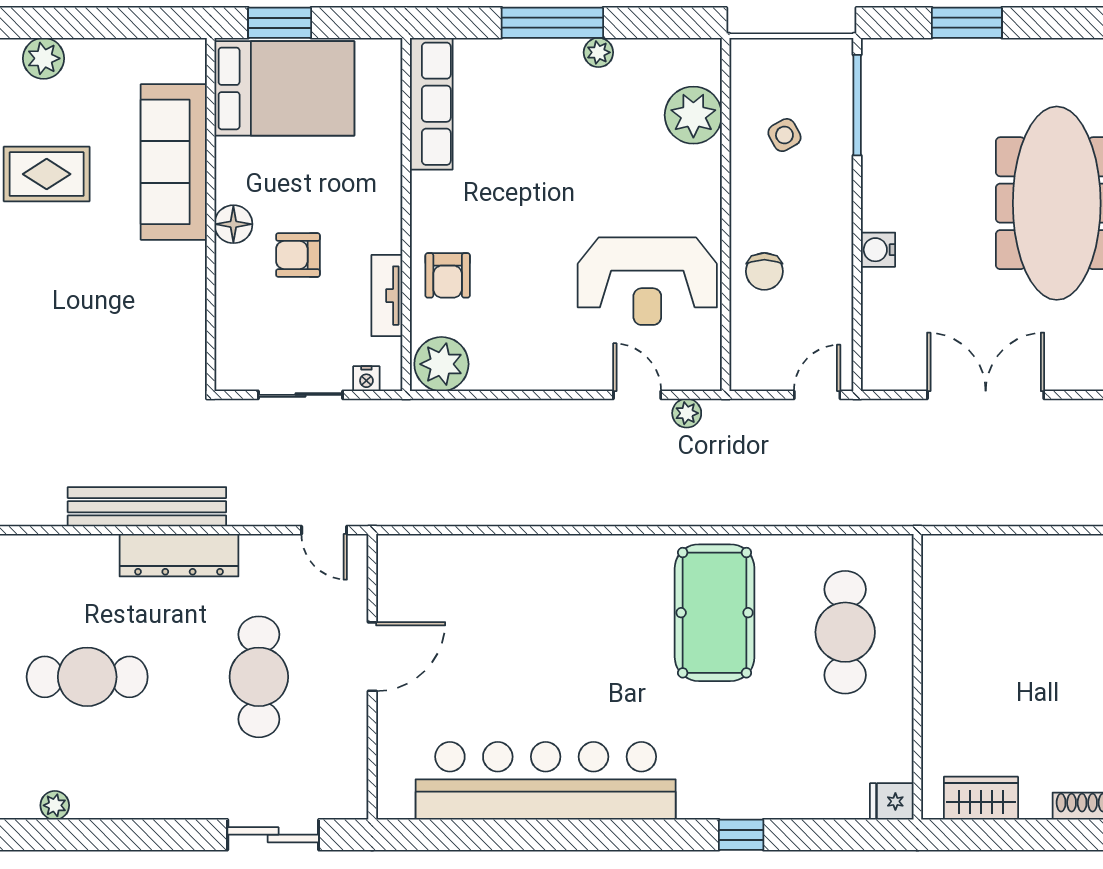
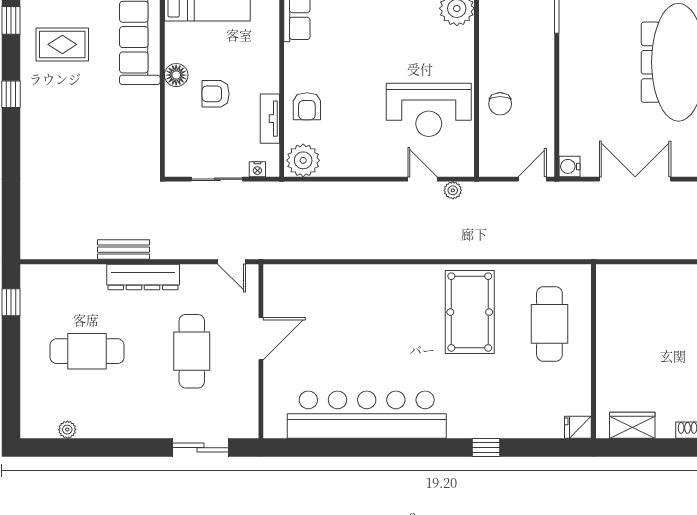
side table: (784, 135) -> (512, 21), removed
water cooler: (878, 250) -> (569, 166), moved
bench: (147, 507) -> (123, 250), width x0.54, depth x0.82

